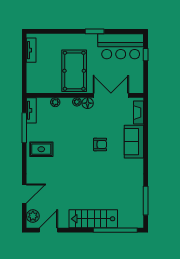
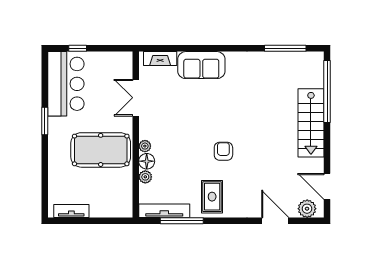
double door: (111, 95) -> (136, 98), width x0.73
floor lamp: (88, 103) -> (147, 161), moved
tv unit: (31, 110) -> (164, 211), width x1.41
armchair: (100, 144) -> (223, 151), moved

